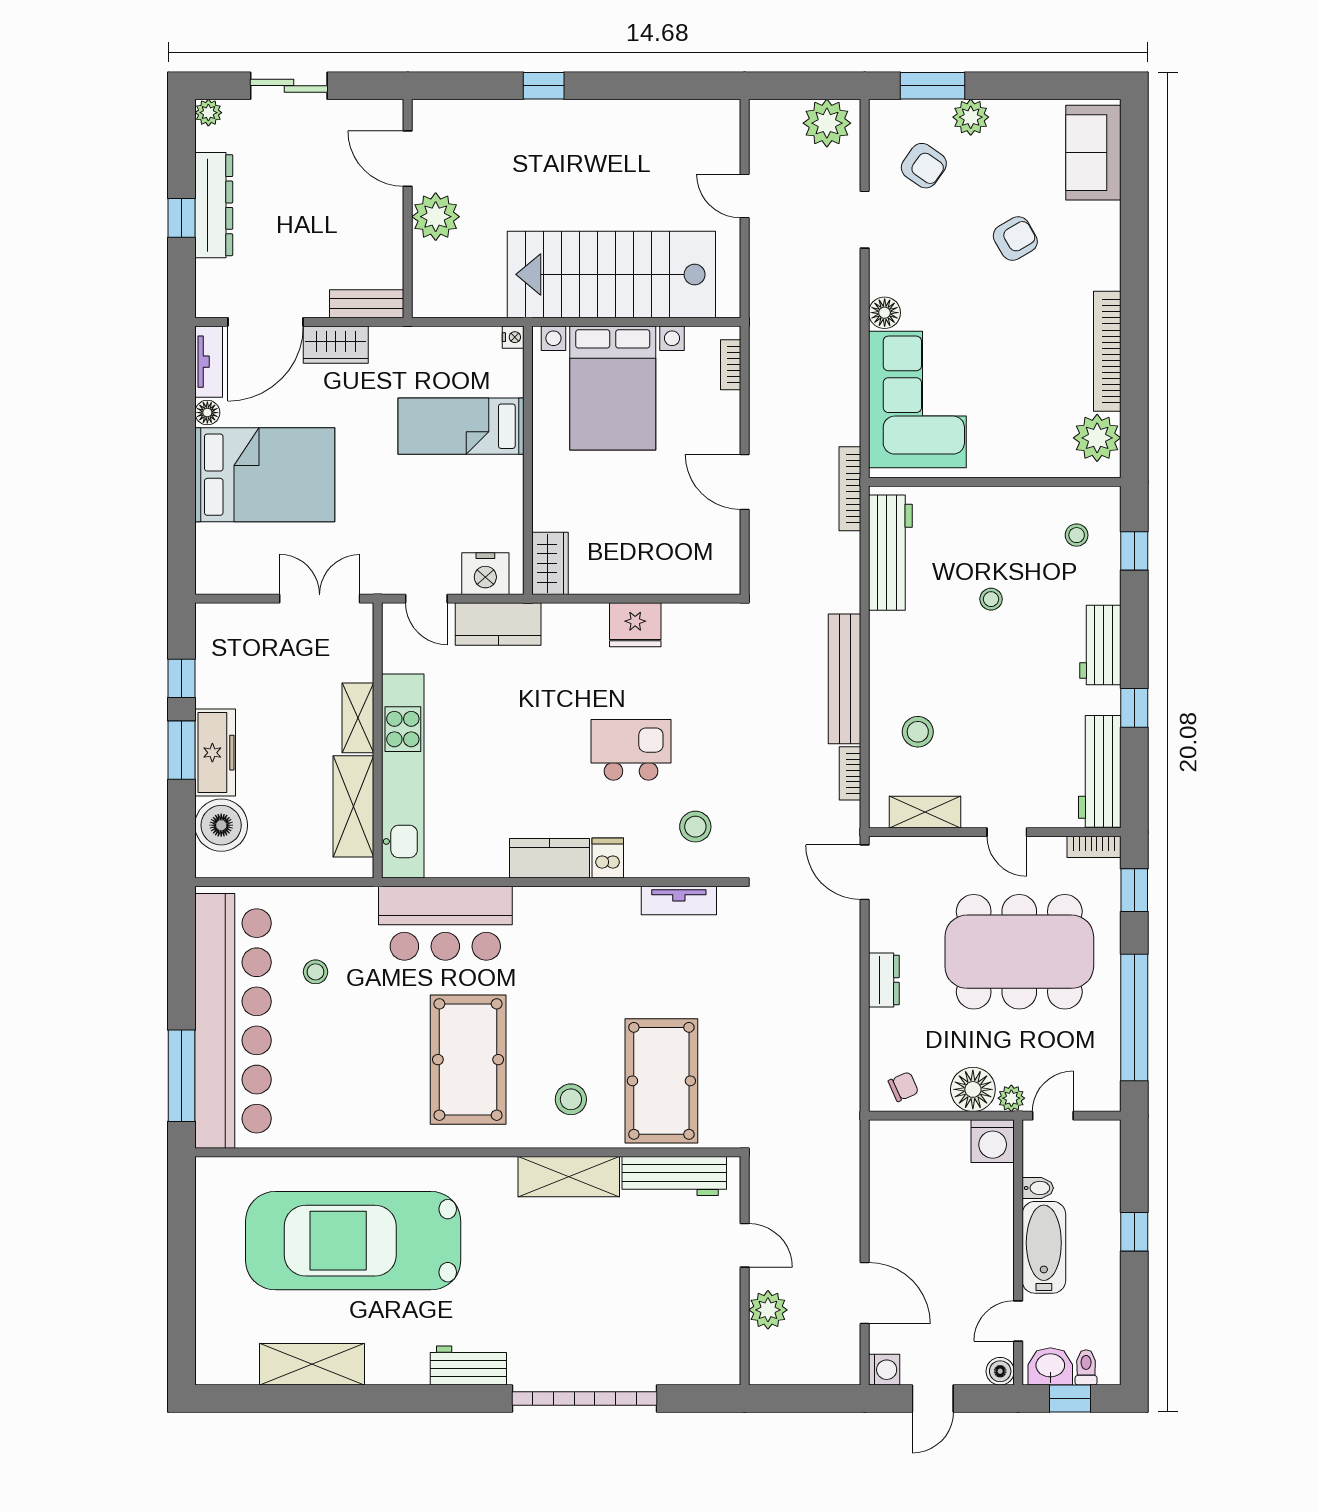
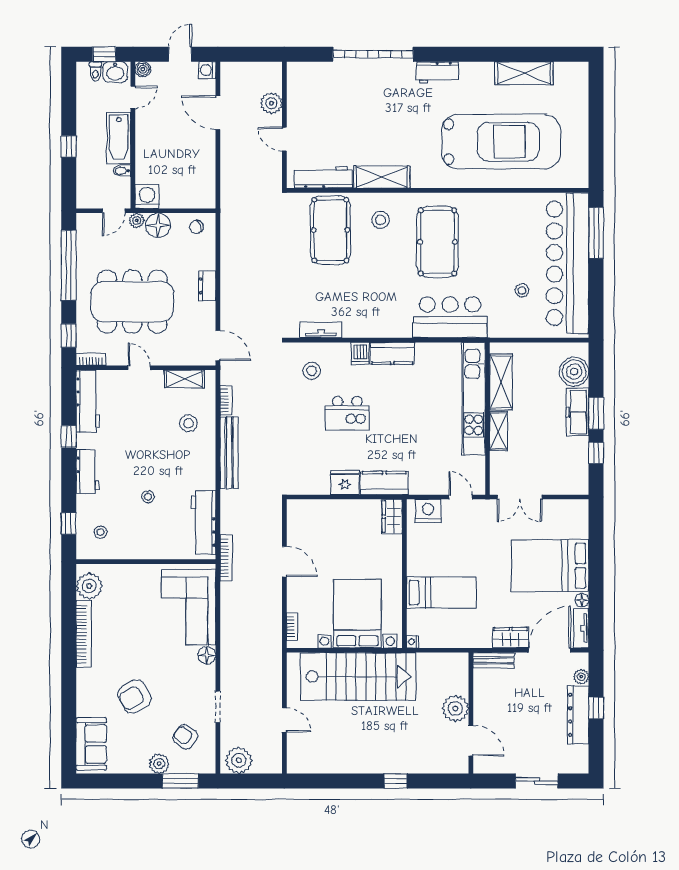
plant: (208, 113) -> (581, 677), moved
armchair: (1015, 239) -> (134, 696), width x1.38, depth x1.38
kitchen counter: (498, 624) -> (384, 483), moved

